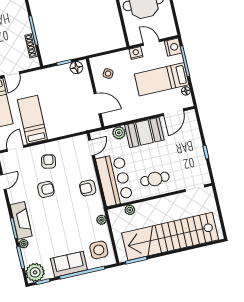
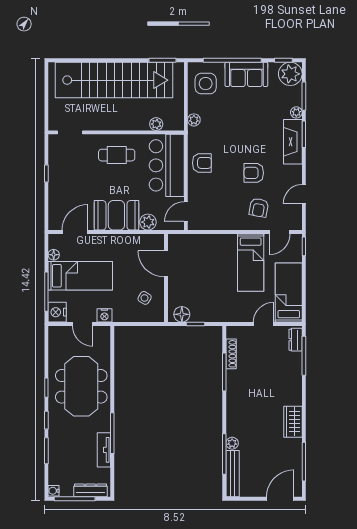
armchair: (49, 162) -> (259, 208), moved

